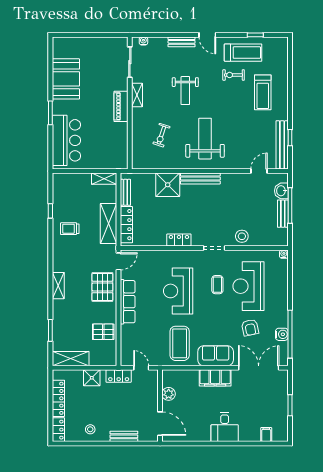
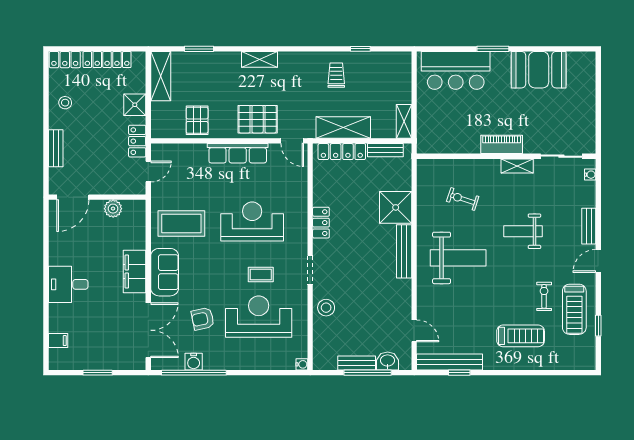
treadmill: (263, 92) -> (521, 336), turned 180

